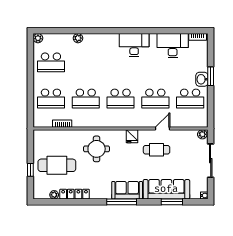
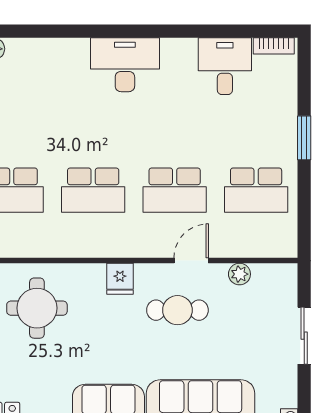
desk: (173, 46) -> (225, 66), width x0.73
washbasin: (202, 79) -> (284, 145), removed
plant: (202, 134) -> (239, 274), moved
sliding door: (211, 161) -> (304, 336), width x0.73

